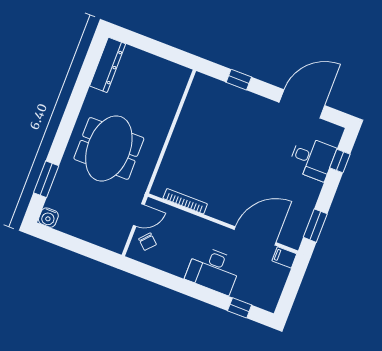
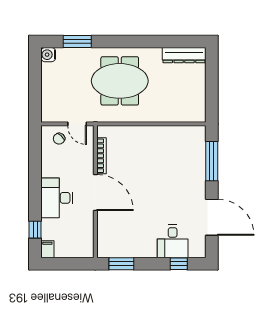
window: (239, 80) -> (212, 161), width x2.17
door: (255, 236) -> (95, 192), moved
filing cabinet: (284, 257) -> (47, 249), moved

